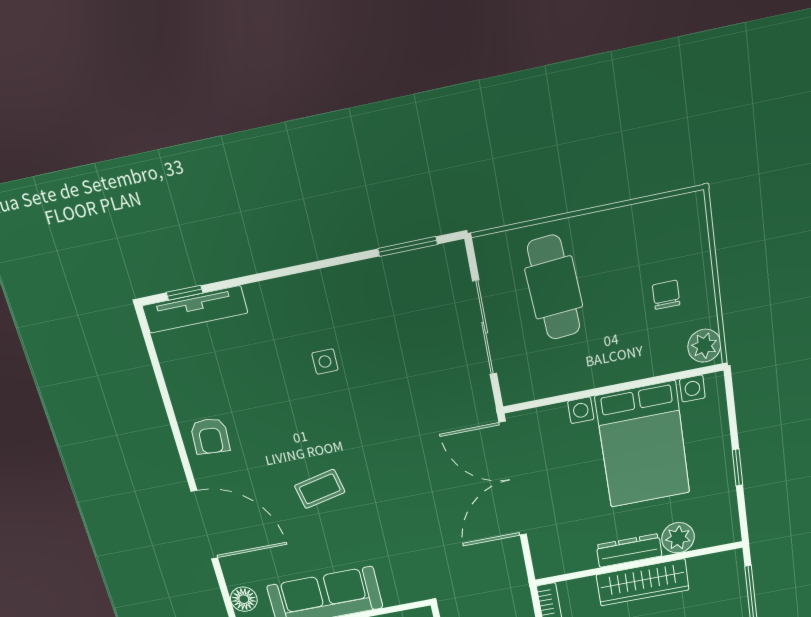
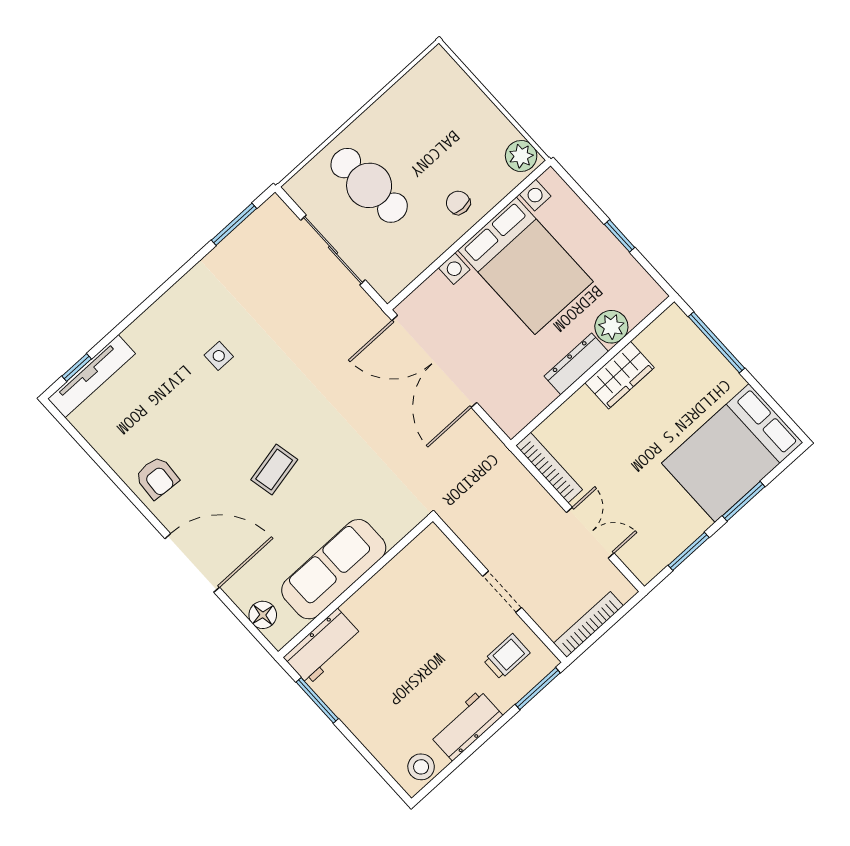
chair: (666, 295) -> (458, 203), moved
wardrobe: (643, 582) -> (620, 375), width x0.67

